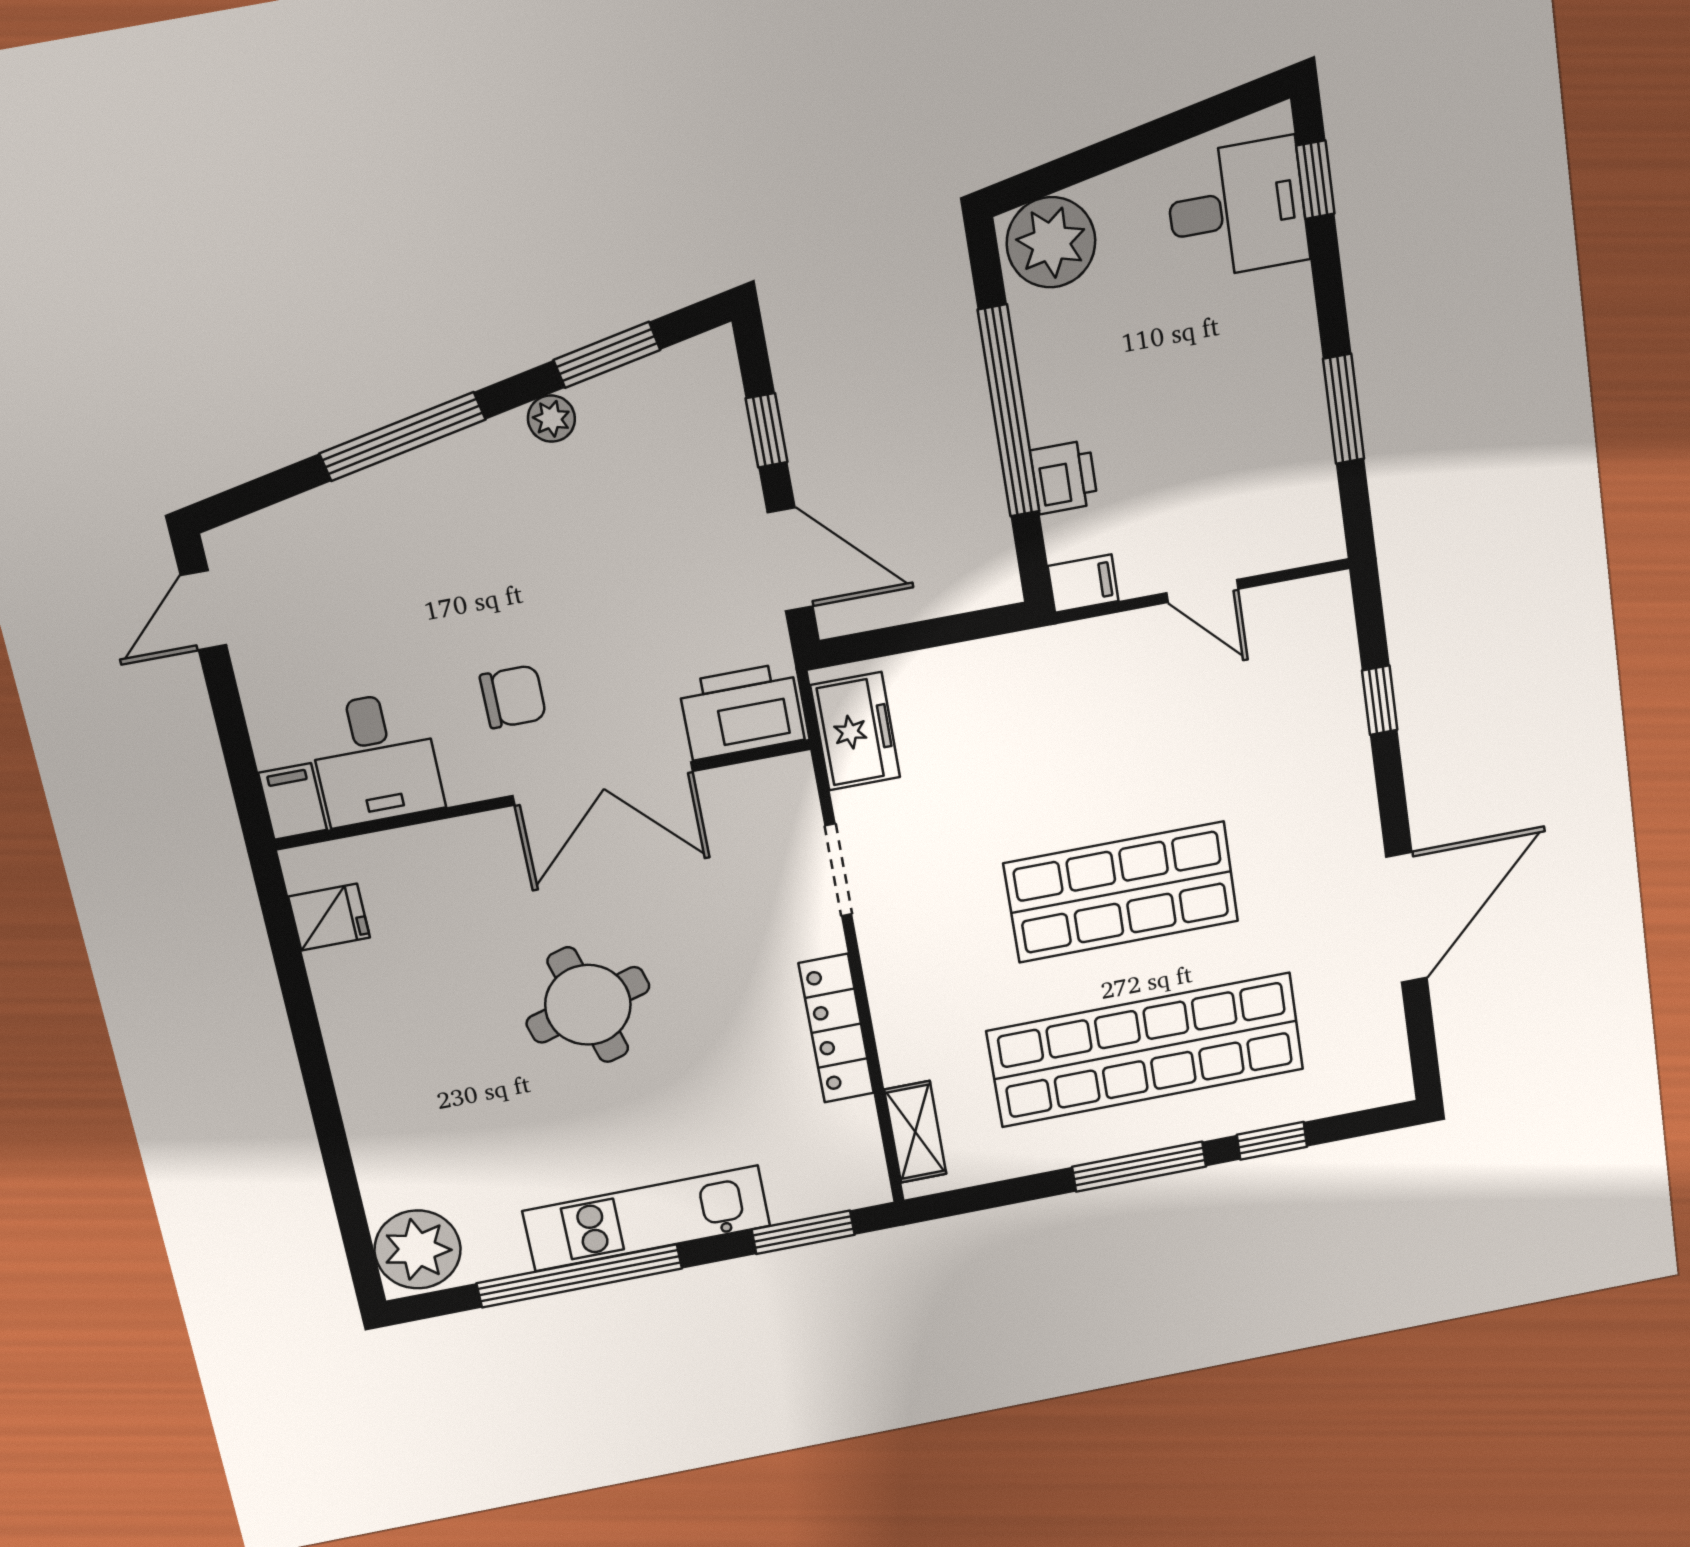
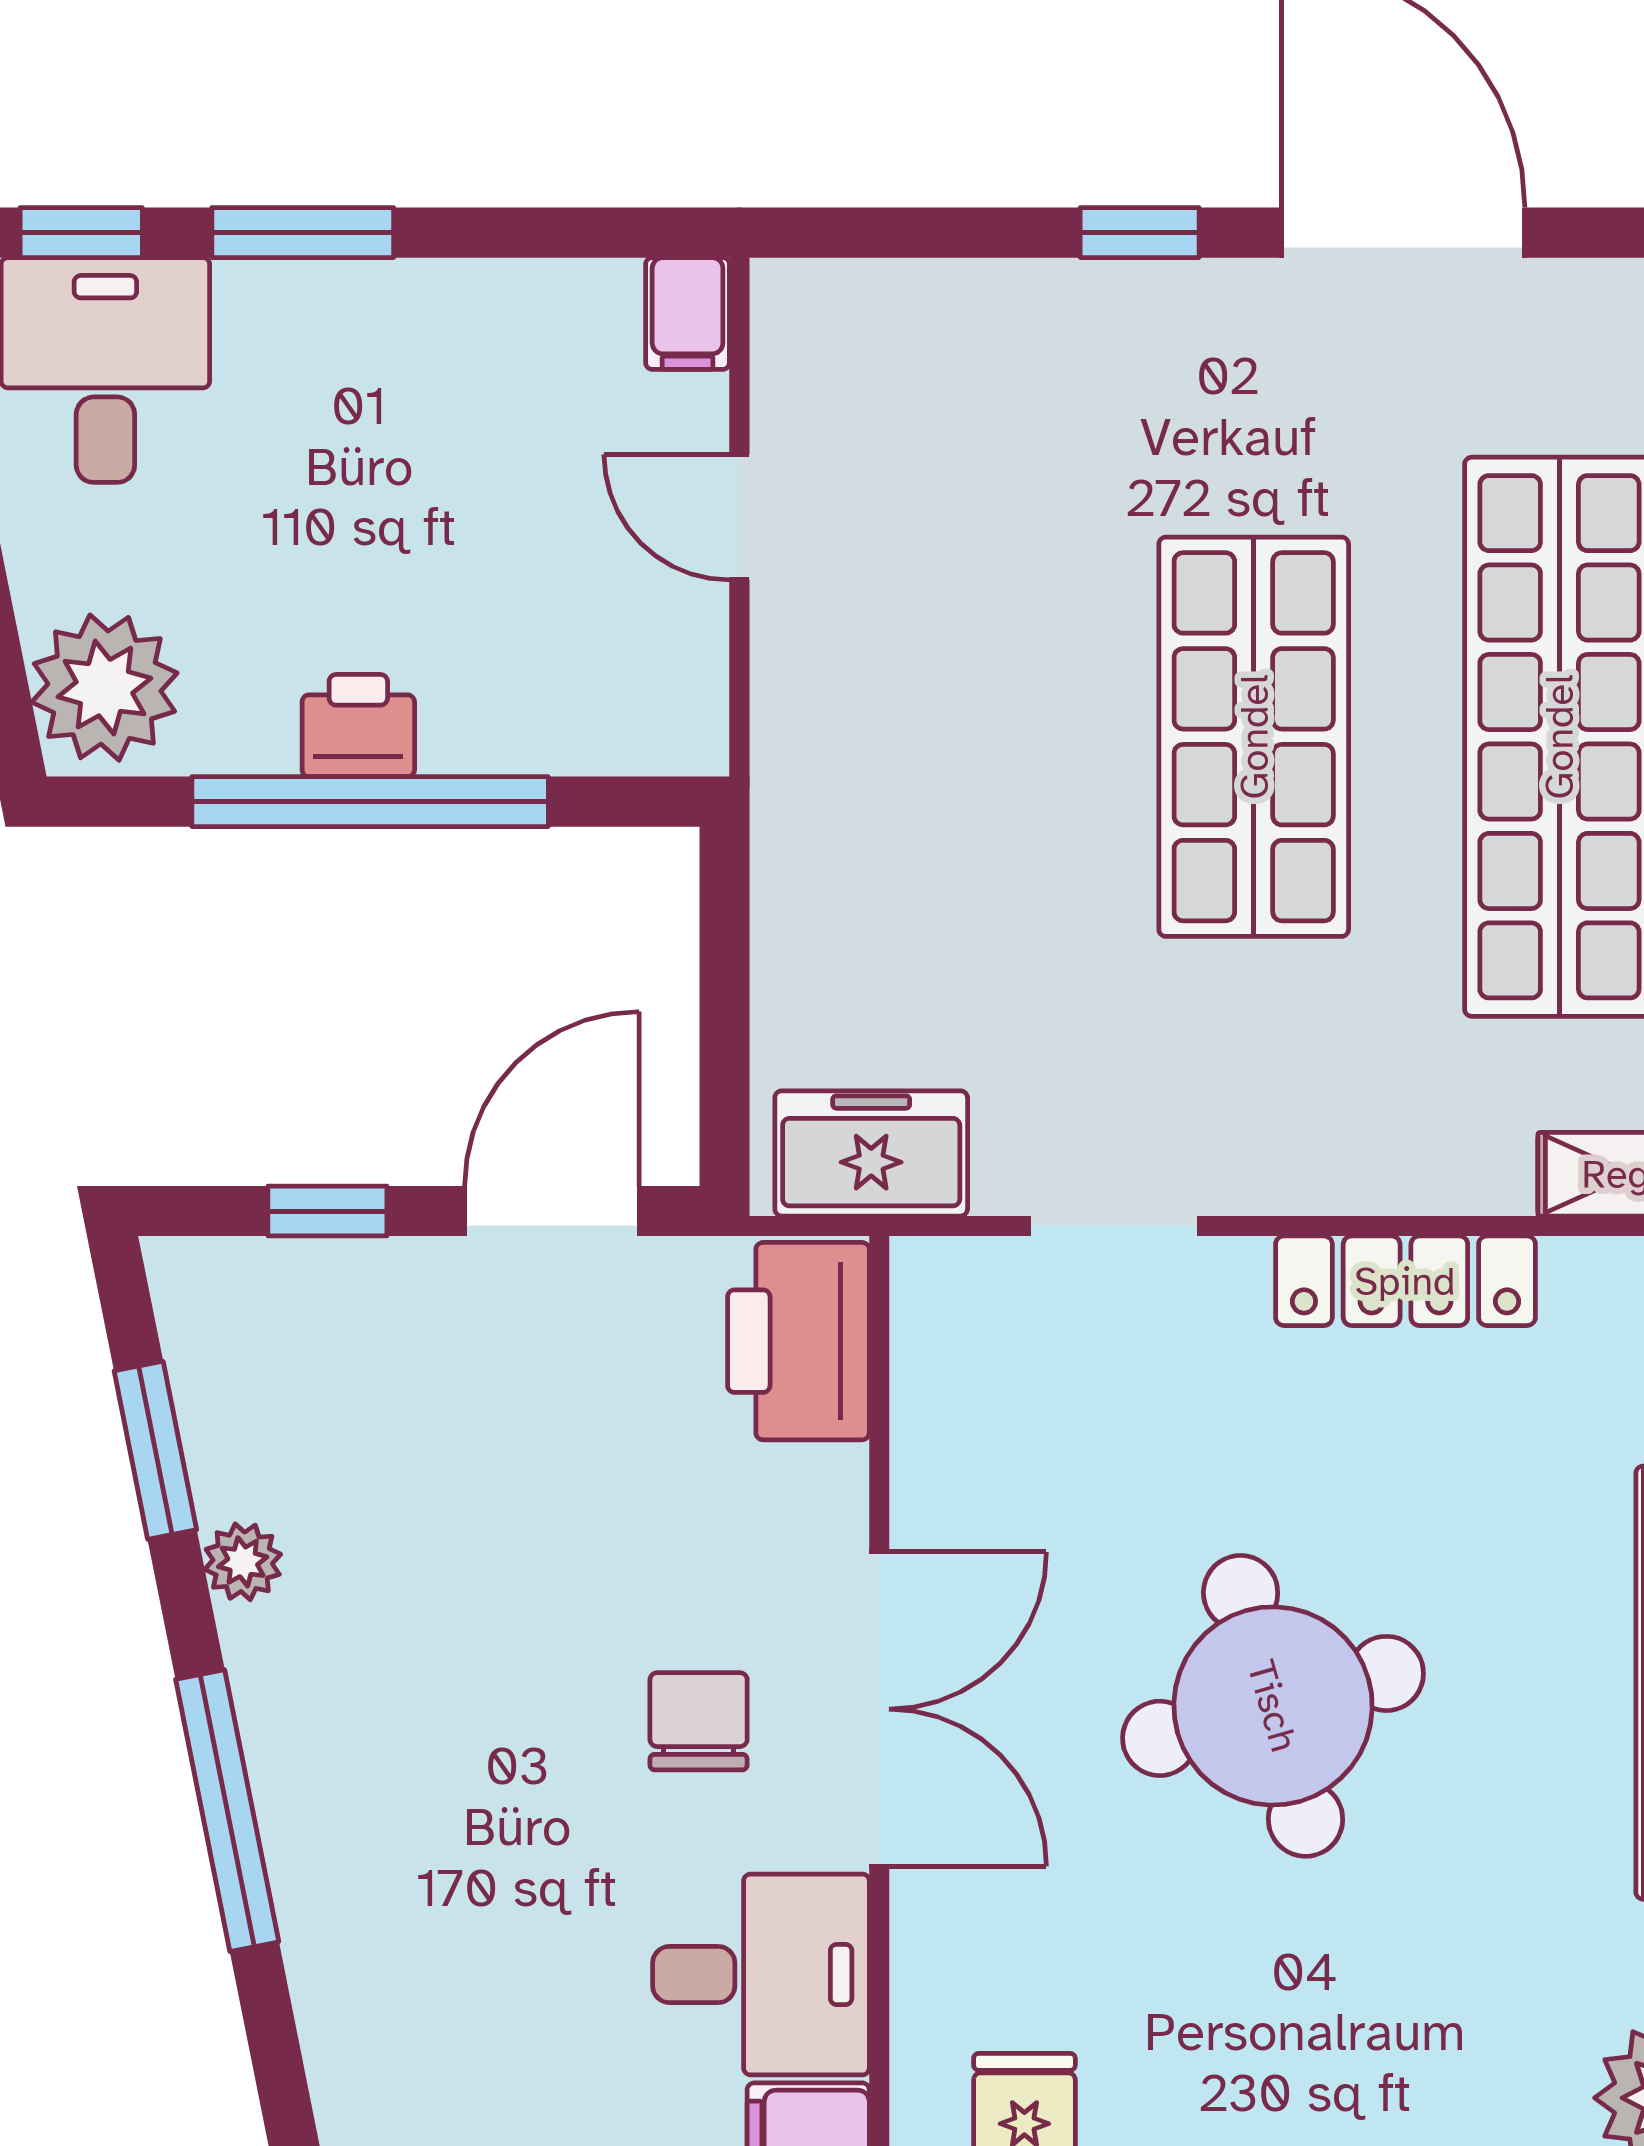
window: (1344, 409) -> (303, 233), moved
printer: (1064, 477) -> (358, 726), moved
filing cabinet: (1083, 584) -> (688, 313), moved, turned 180
door: (1202, 591) -> (739, 517), swing flipped
window: (1380, 700) -> (1140, 233), moved
double door: (603, 783) -> (879, 1709), moved
round table: (588, 1005) -> (1273, 1706), width x1.36, depth x1.36

